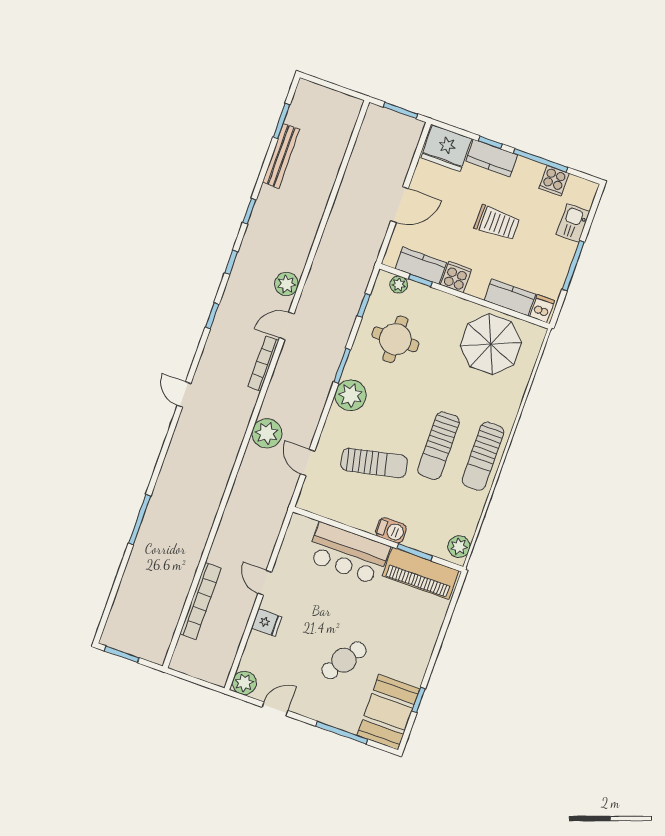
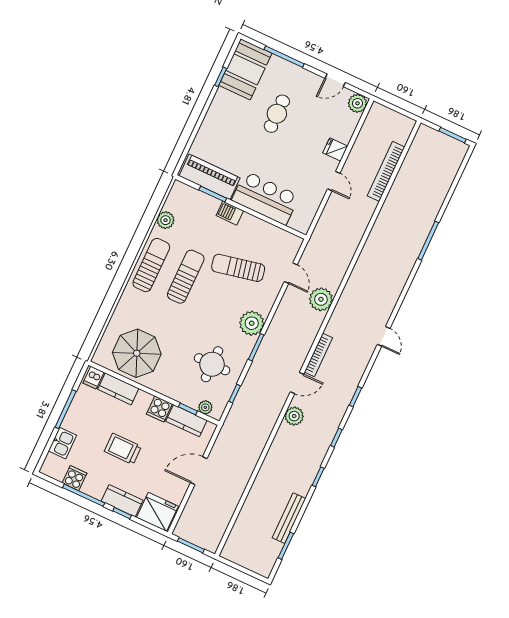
plant: (459, 547) -> (166, 220), moved
cafe table: (344, 660) -> (277, 114), turned -34

